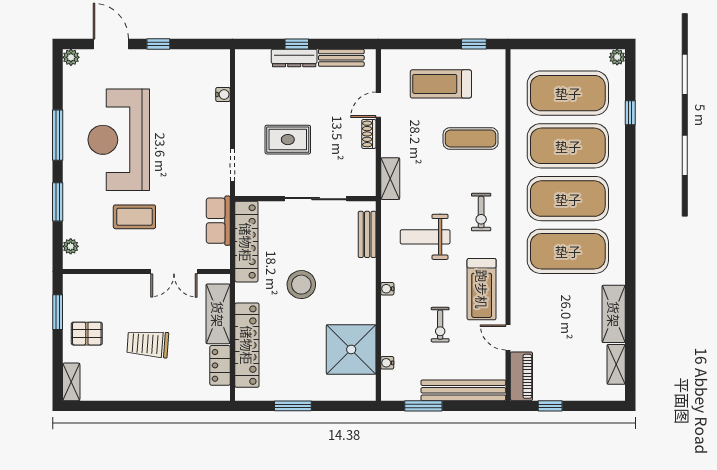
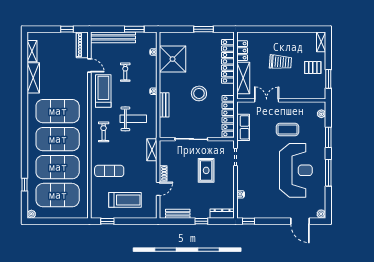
window: (158, 44) -> (248, 221), moved
dresser: (294, 58) -> (222, 214), moved
rug: (288, 140) -> (206, 170), turned 90
bench: (367, 234) -> (164, 105), moved

